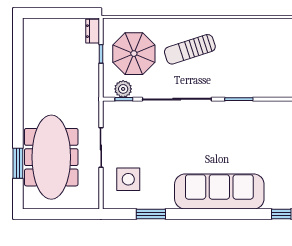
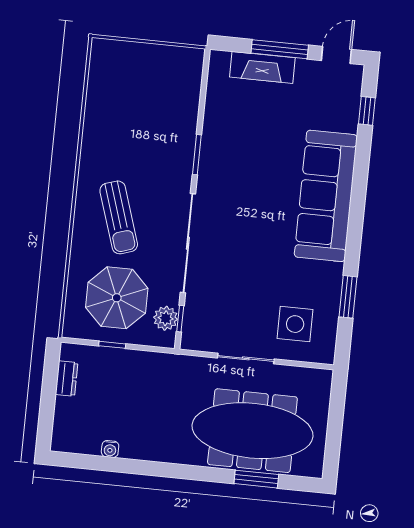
dresser: (93, 31) -> (67, 379), moved, turned -90
water cooler: (29, 60) -> (110, 449), added

